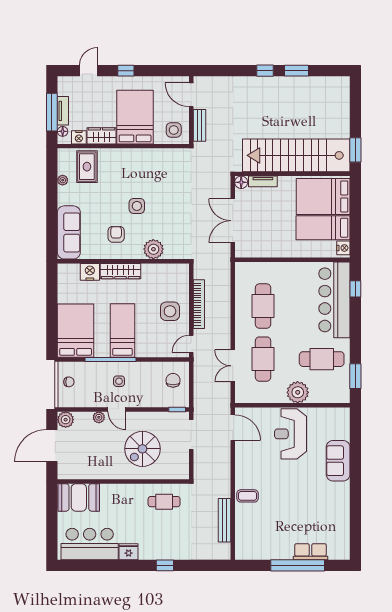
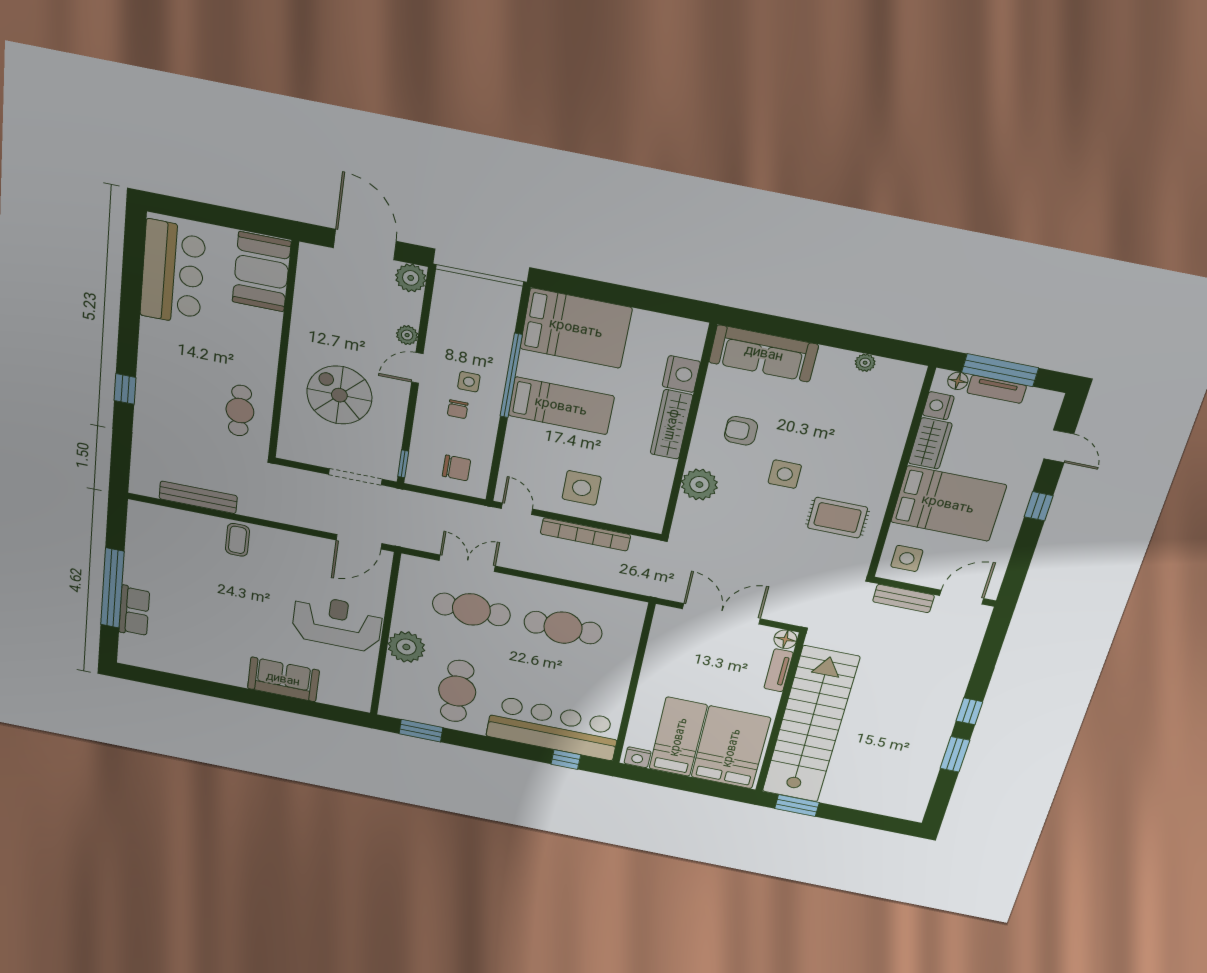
rug: (87, 167) -> (837, 518), moved
armchair: (116, 234) -> (741, 431), turned 180
chair: (69, 382) -> (458, 409), moved
fridge: (129, 552) -> (154, 335), removed

